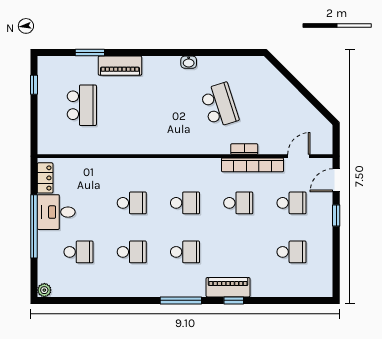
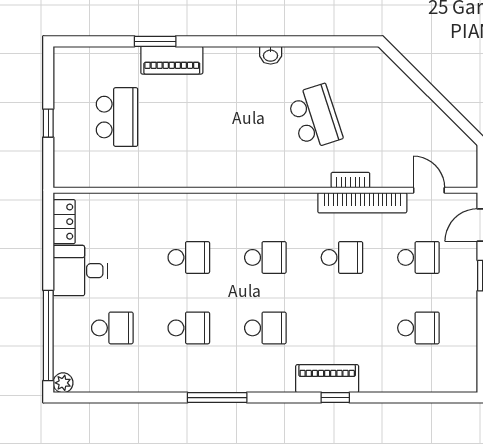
window: (90, 53) -> (155, 41), moved
window: (34, 85) -> (48, 123), moved
door: (299, 156) -> (429, 190), hinge flipped
window: (34, 226) -> (48, 336), moved
window: (181, 300) -> (217, 398), moved

